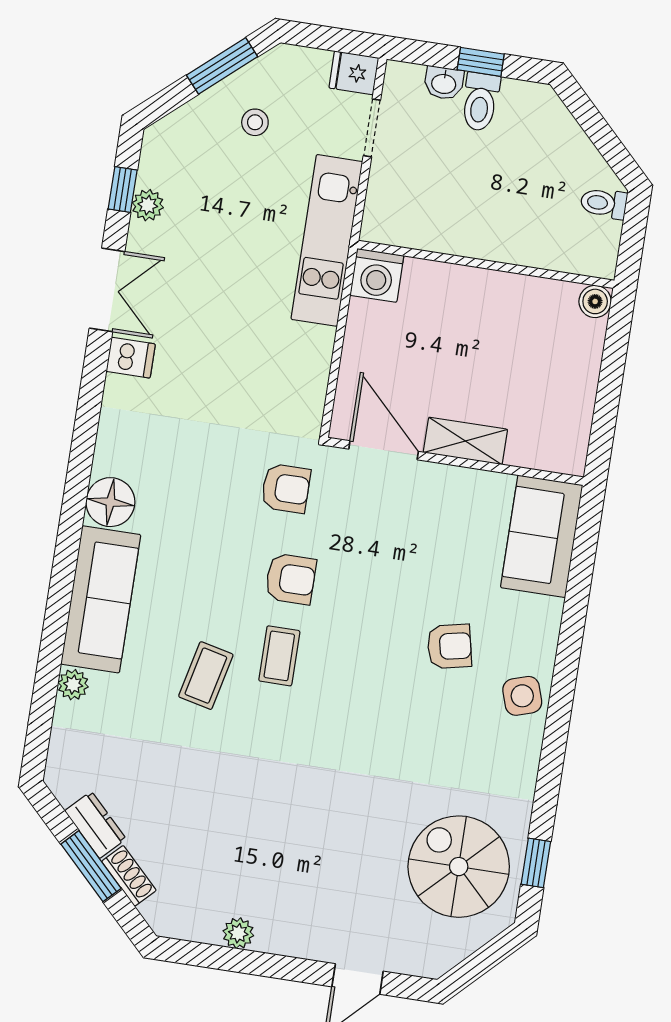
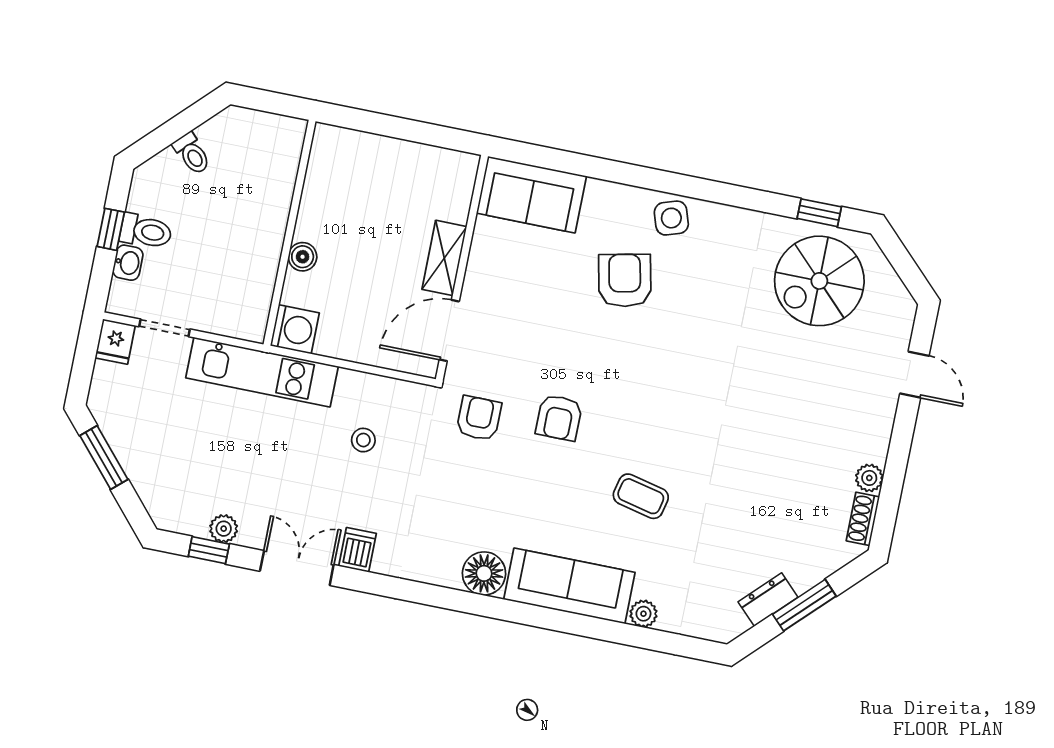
stool: (255, 122) -> (363, 440), moved
toilet: (604, 203) -> (192, 154), moved, turned -45
boiler: (595, 301) -> (303, 257), moved
armchair: (291, 579) -> (559, 418), turned 180
armchair: (449, 646) -> (625, 280), width x1.38, depth x1.38
coffee table: (279, 656) -> (626, 431), removed
shoe rack: (129, 876) -> (863, 519), moved, turned -45

